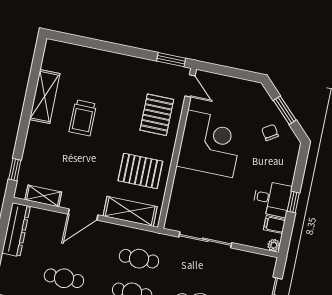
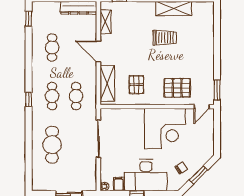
trolley: (83, 118) -> (165, 38), turned 180
pallet: (140, 171) -> (136, 85), width x0.67, depth x0.71
desk: (272, 199) -> (146, 175), width x1.87, depth x1.30

